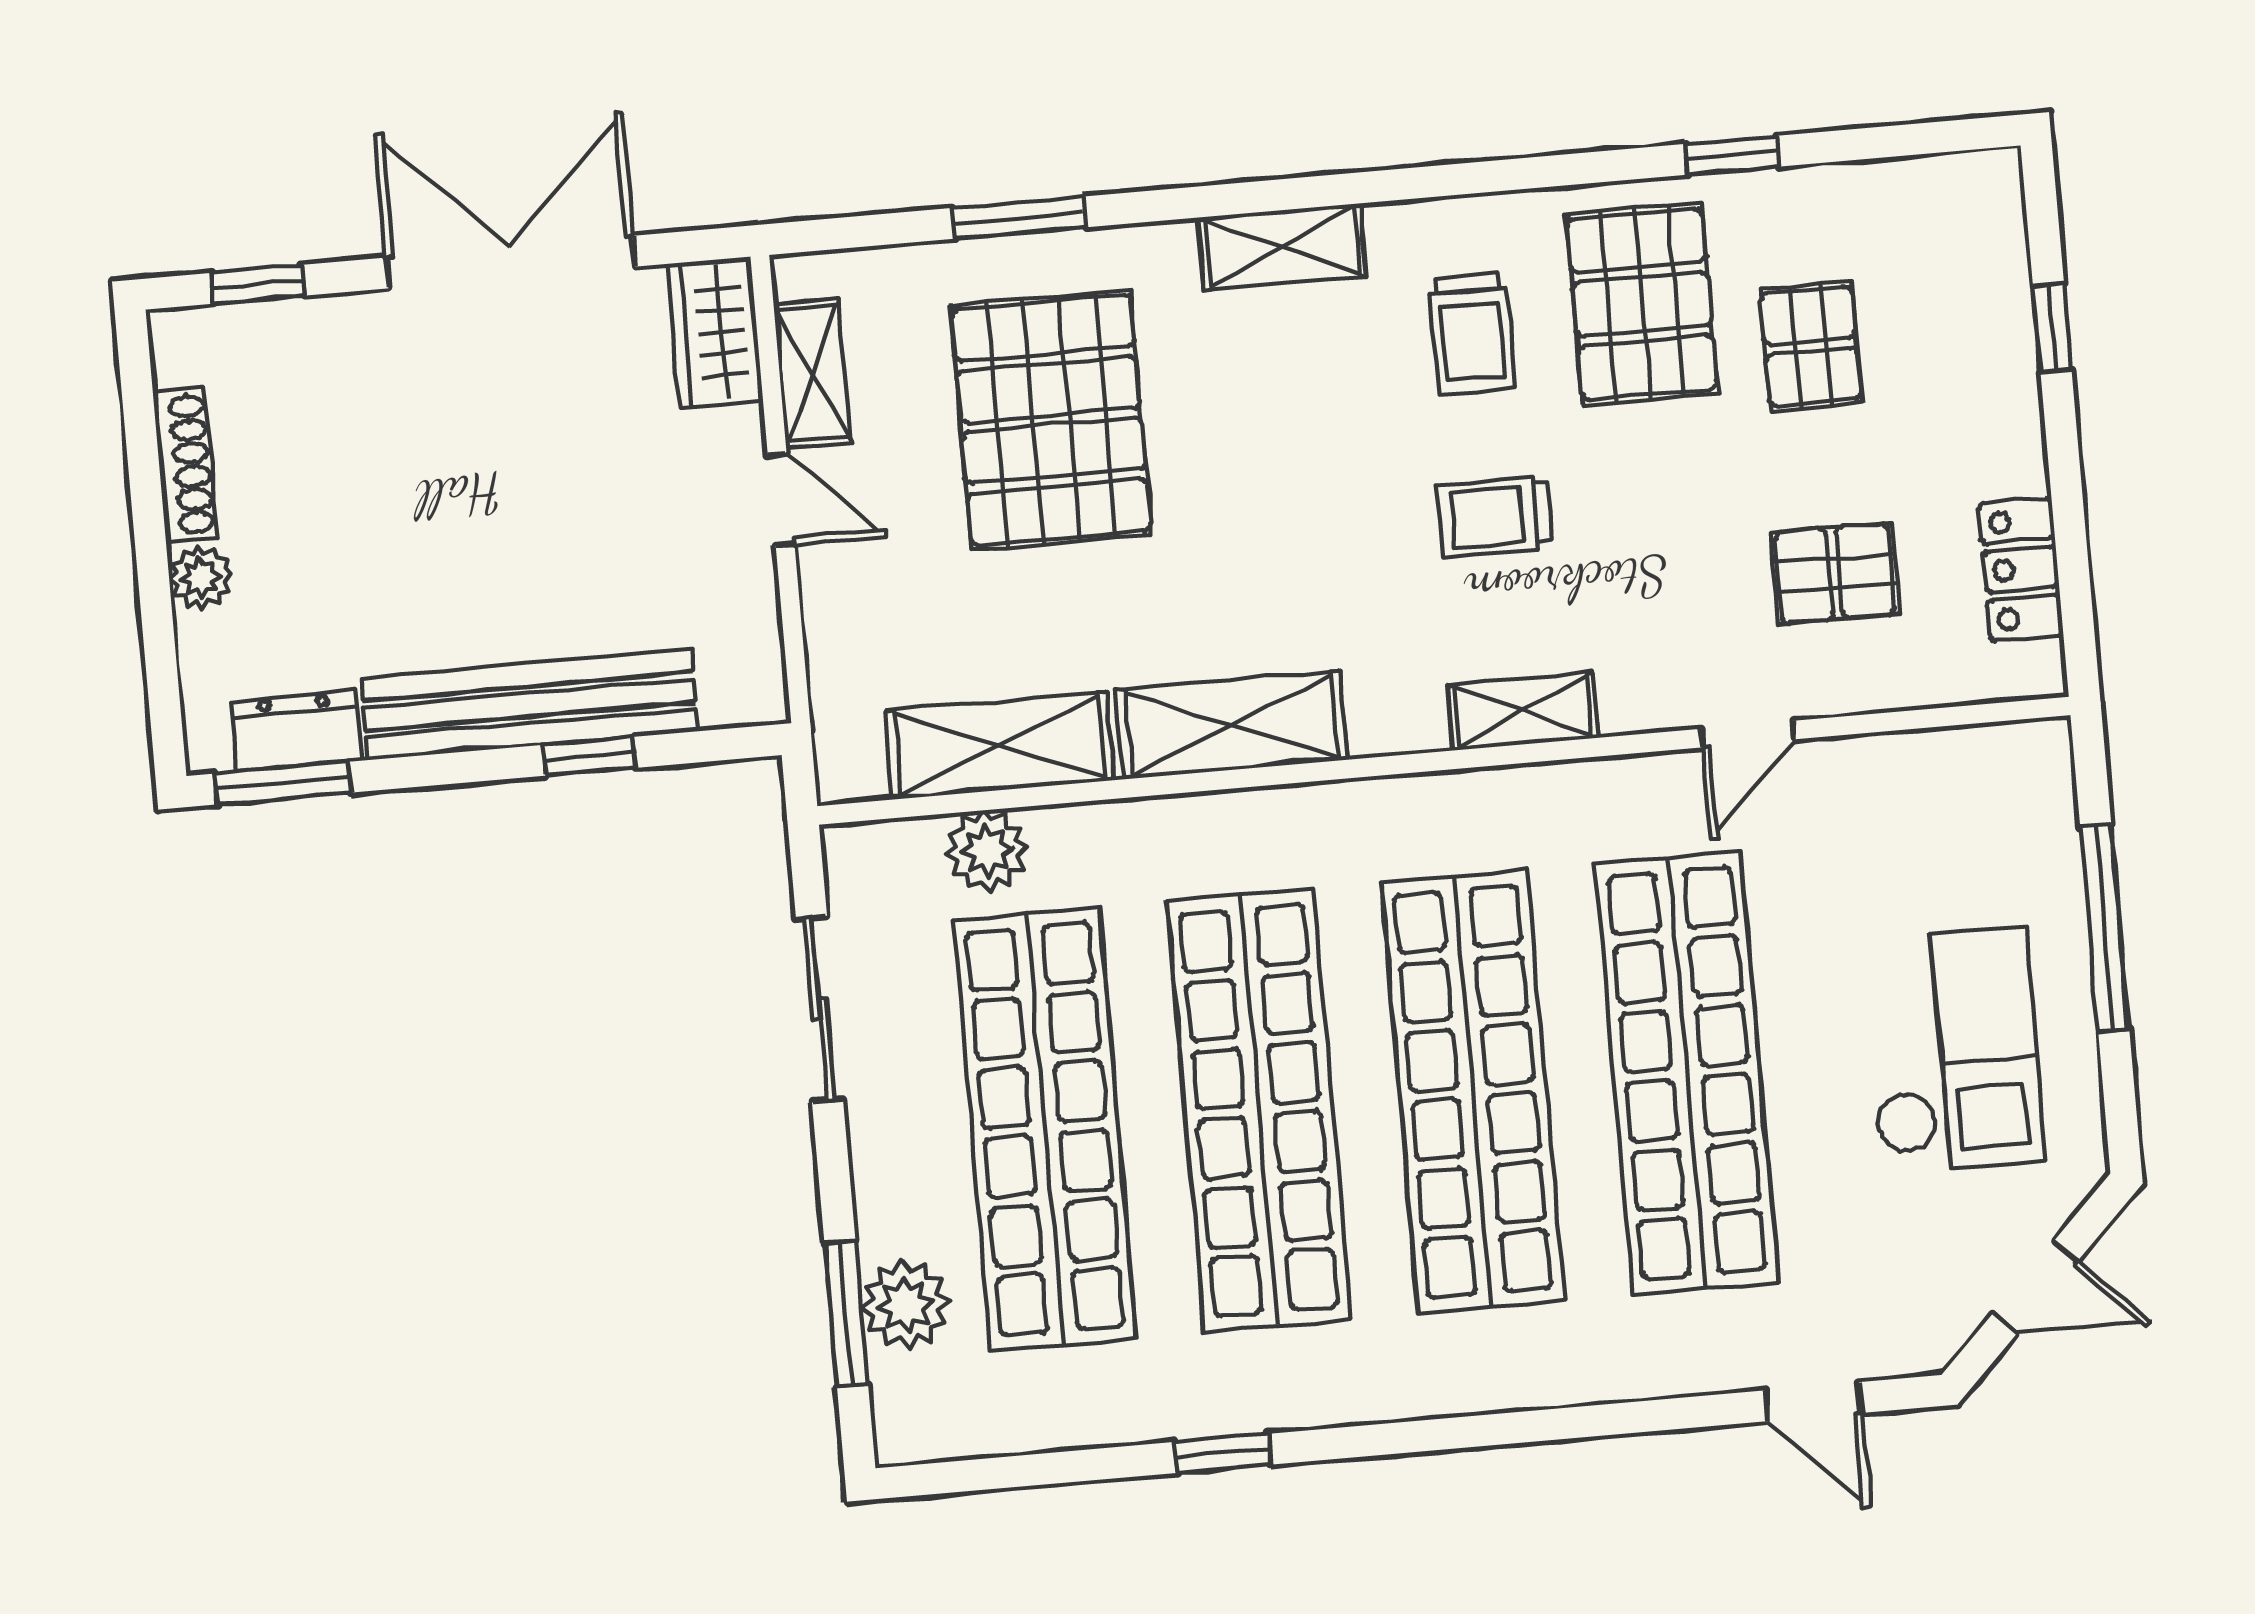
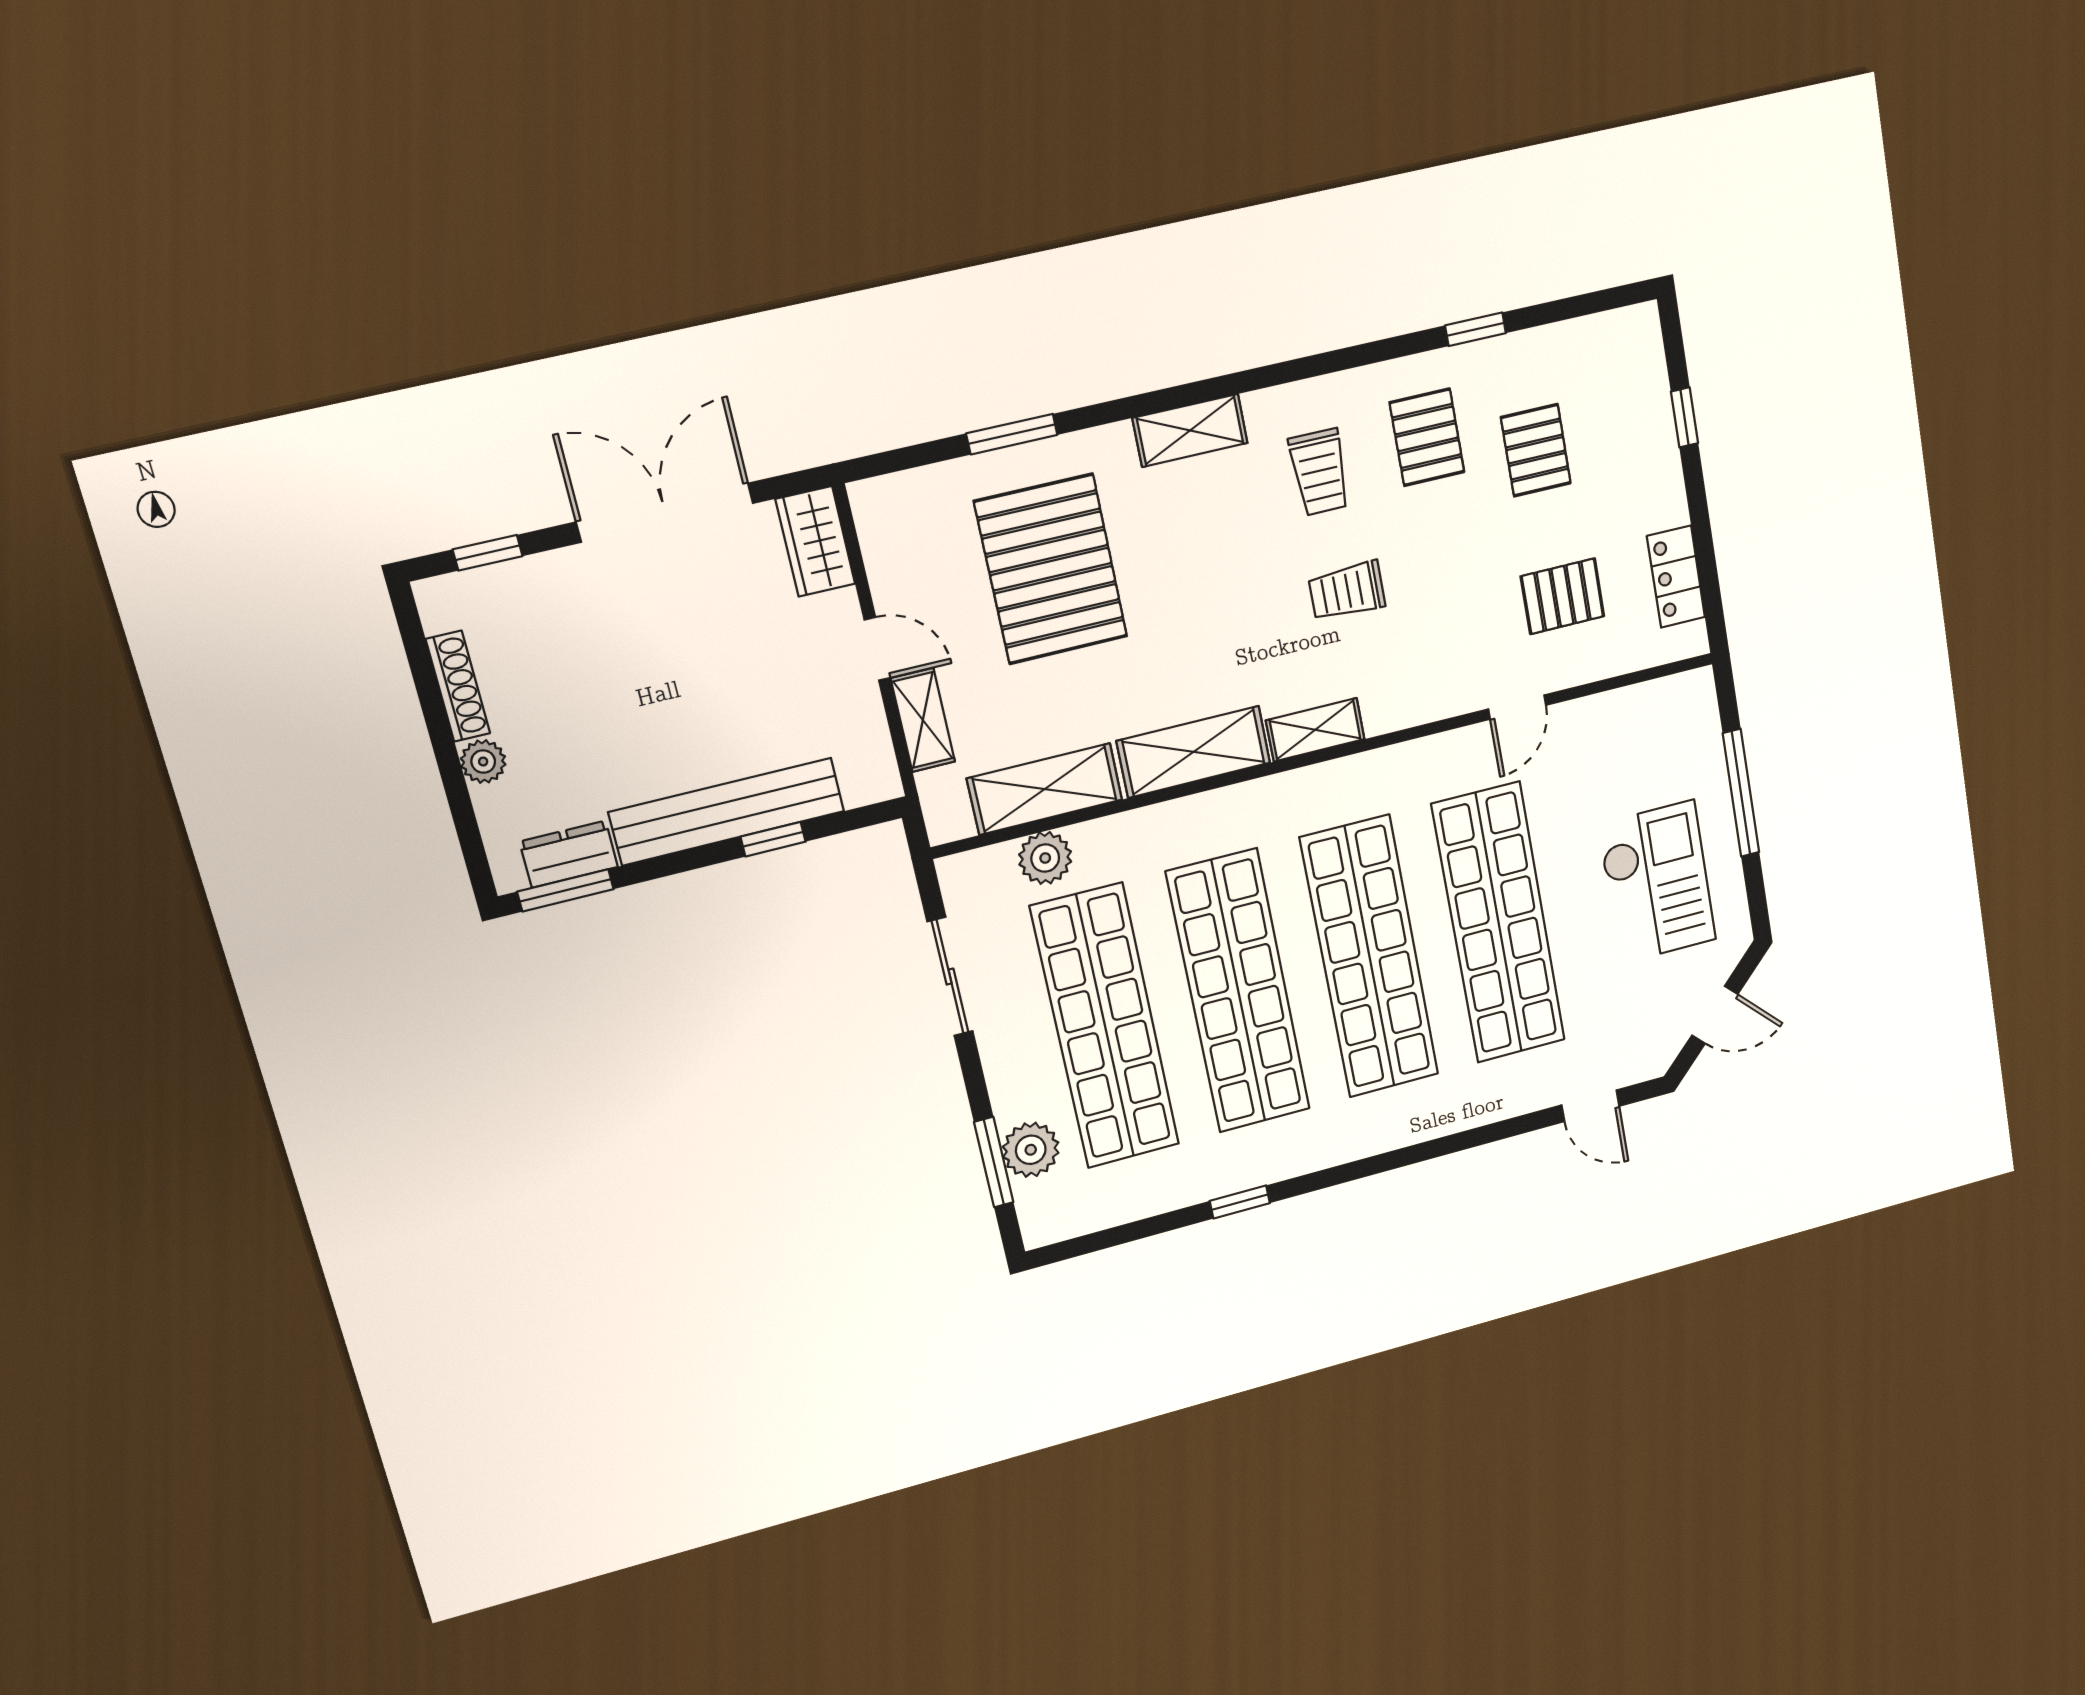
pallet: (1642, 304) -> (1427, 437), width x0.67, depth x0.71
shelving: (812, 374) -> (923, 720), moved
shelving: (1523, 712) -> (1315, 730), moved

